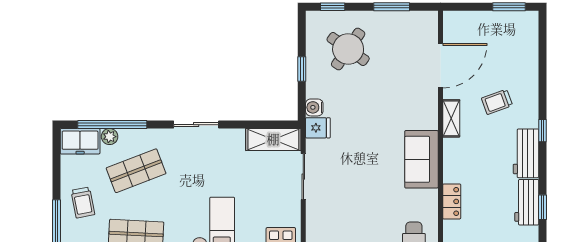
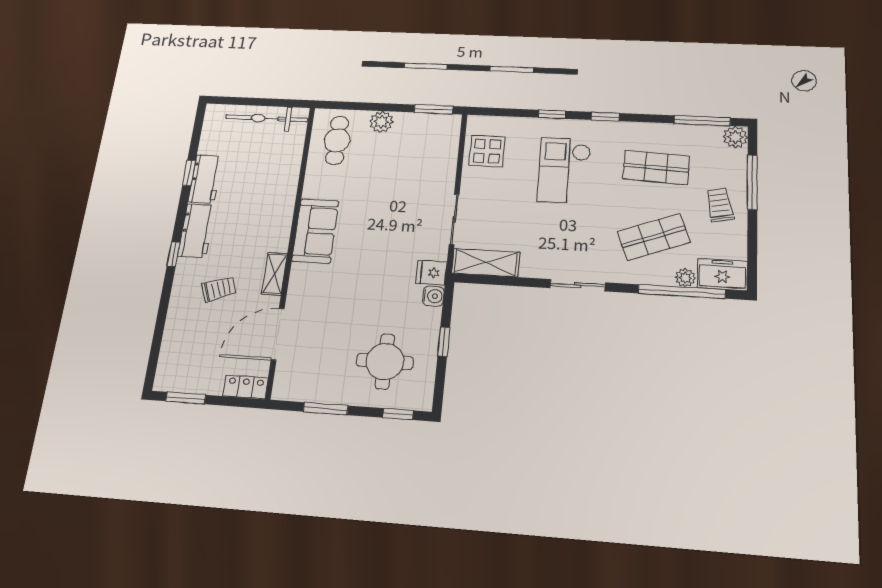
round table: (348, 49) -> (385, 362), turned -35
locker: (452, 201) -> (246, 387), moved, turned 90

